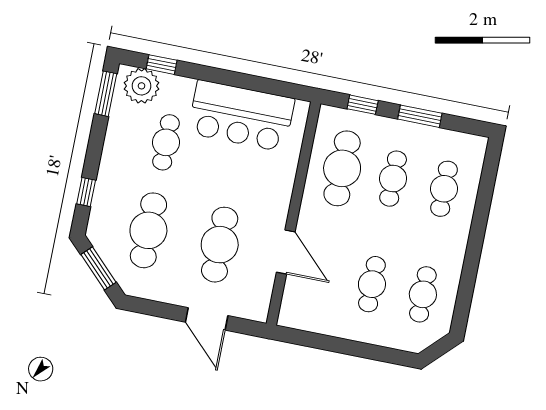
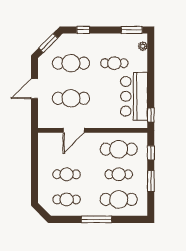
window: (162, 65) -> (151, 115), moved
plant: (141, 86) -> (143, 46), width x0.53, depth x0.53
cafe table: (444, 189) -> (119, 199), width x1.37, depth x1.35
window: (475, 242) -> (96, 219), added
door: (207, 319) -> (34, 89), moved

